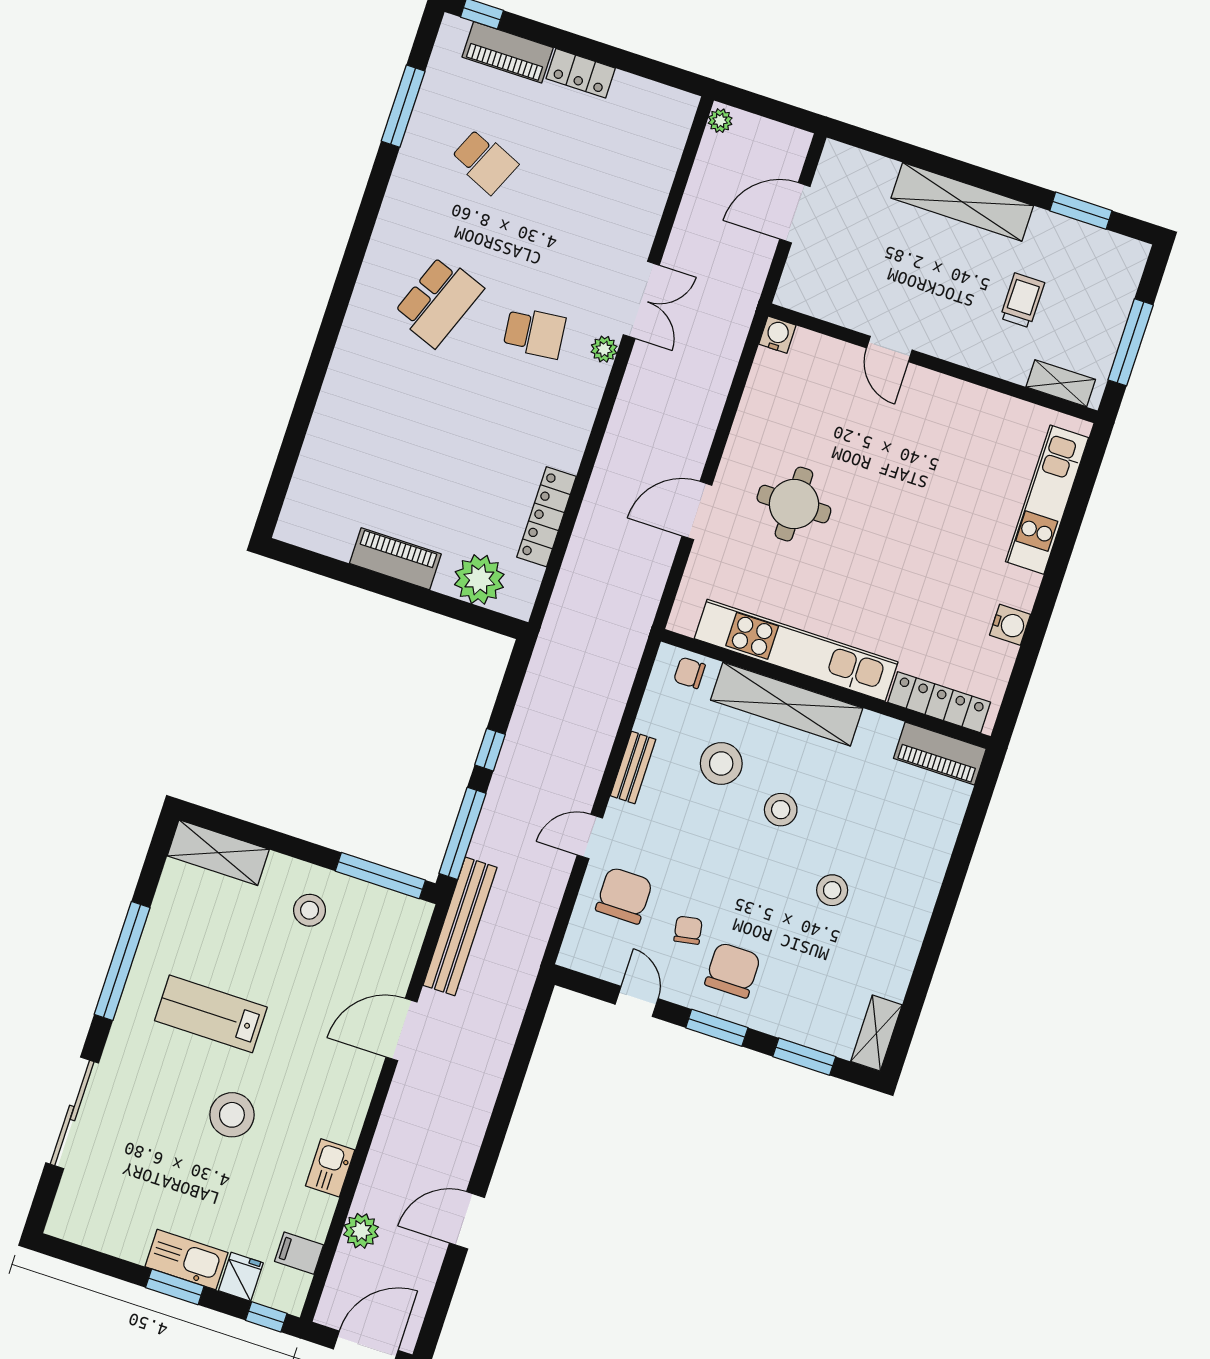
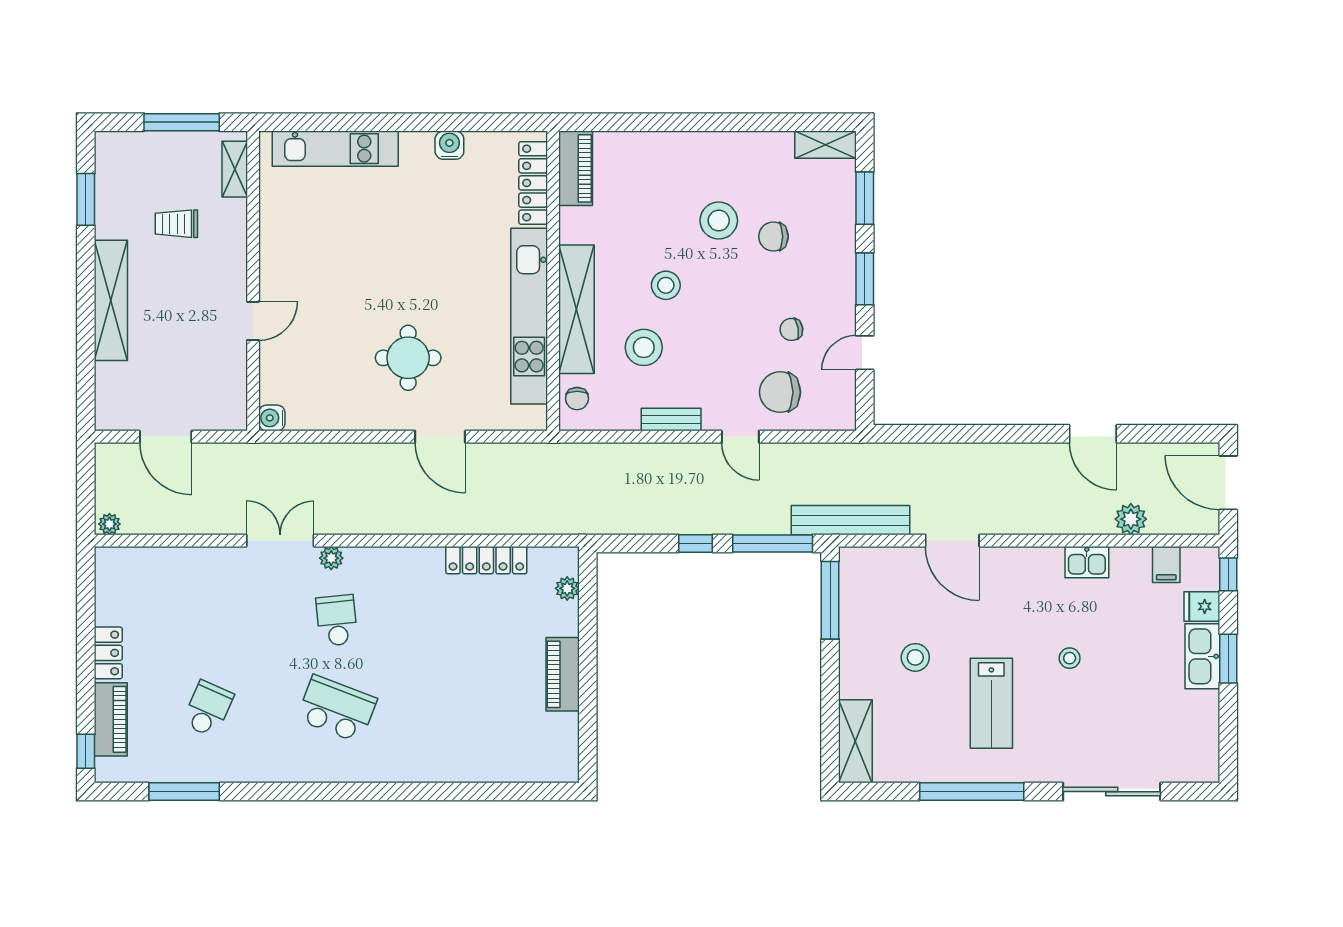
plant: (479, 579) -> (567, 588), width x0.53, depth x0.53
stool: (832, 890) -> (719, 221), width x1.38, depth x1.38
stool: (310, 910) -> (915, 657), moved
chair: (733, 970) -> (773, 237), moved, width x0.73, depth x0.73
stool: (232, 1115) -> (1070, 658), width x0.53, depth x0.53

